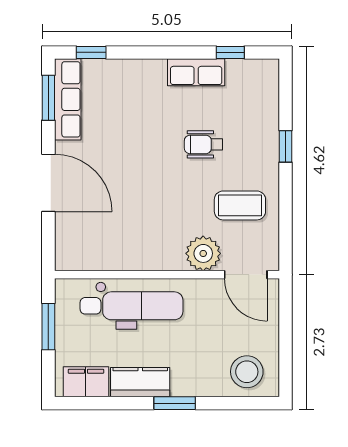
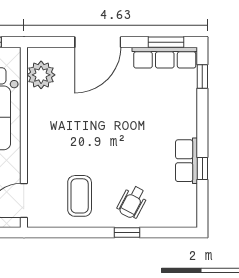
window: (230, 52) -> (202, 169), moved
wheelchair: (204, 144) -> (132, 202), moved, turned -152
plant: (203, 253) -> (41, 75), moved

